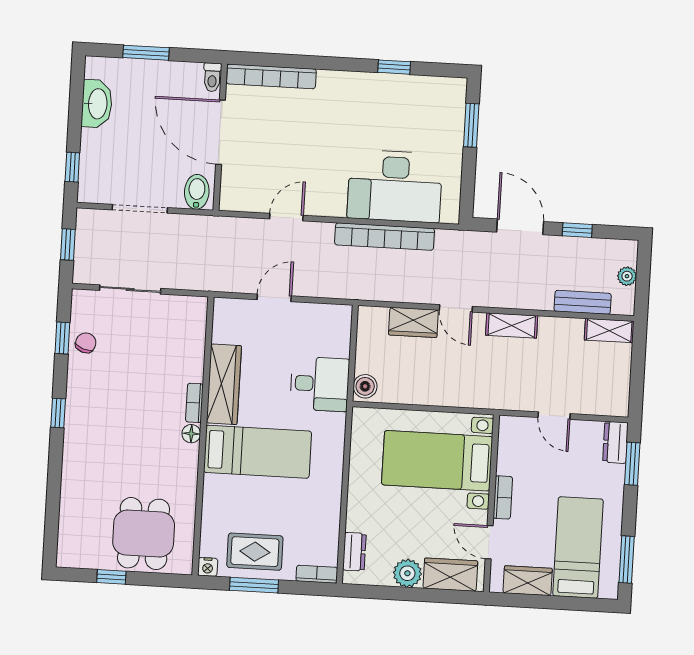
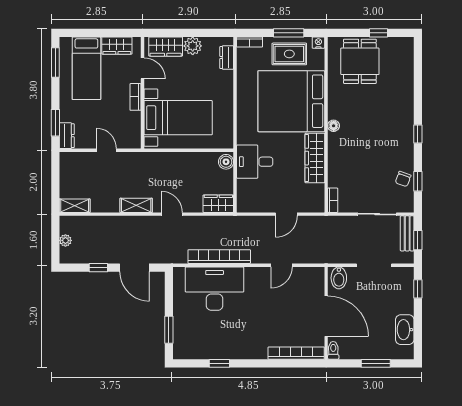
bench: (583, 302) -> (407, 233), moved, turned 90
wardrobe: (413, 322) -> (218, 204), moved
bookcase: (194, 403) -> (333, 200), moved
bed: (257, 452) -> (291, 101), width x2.04

